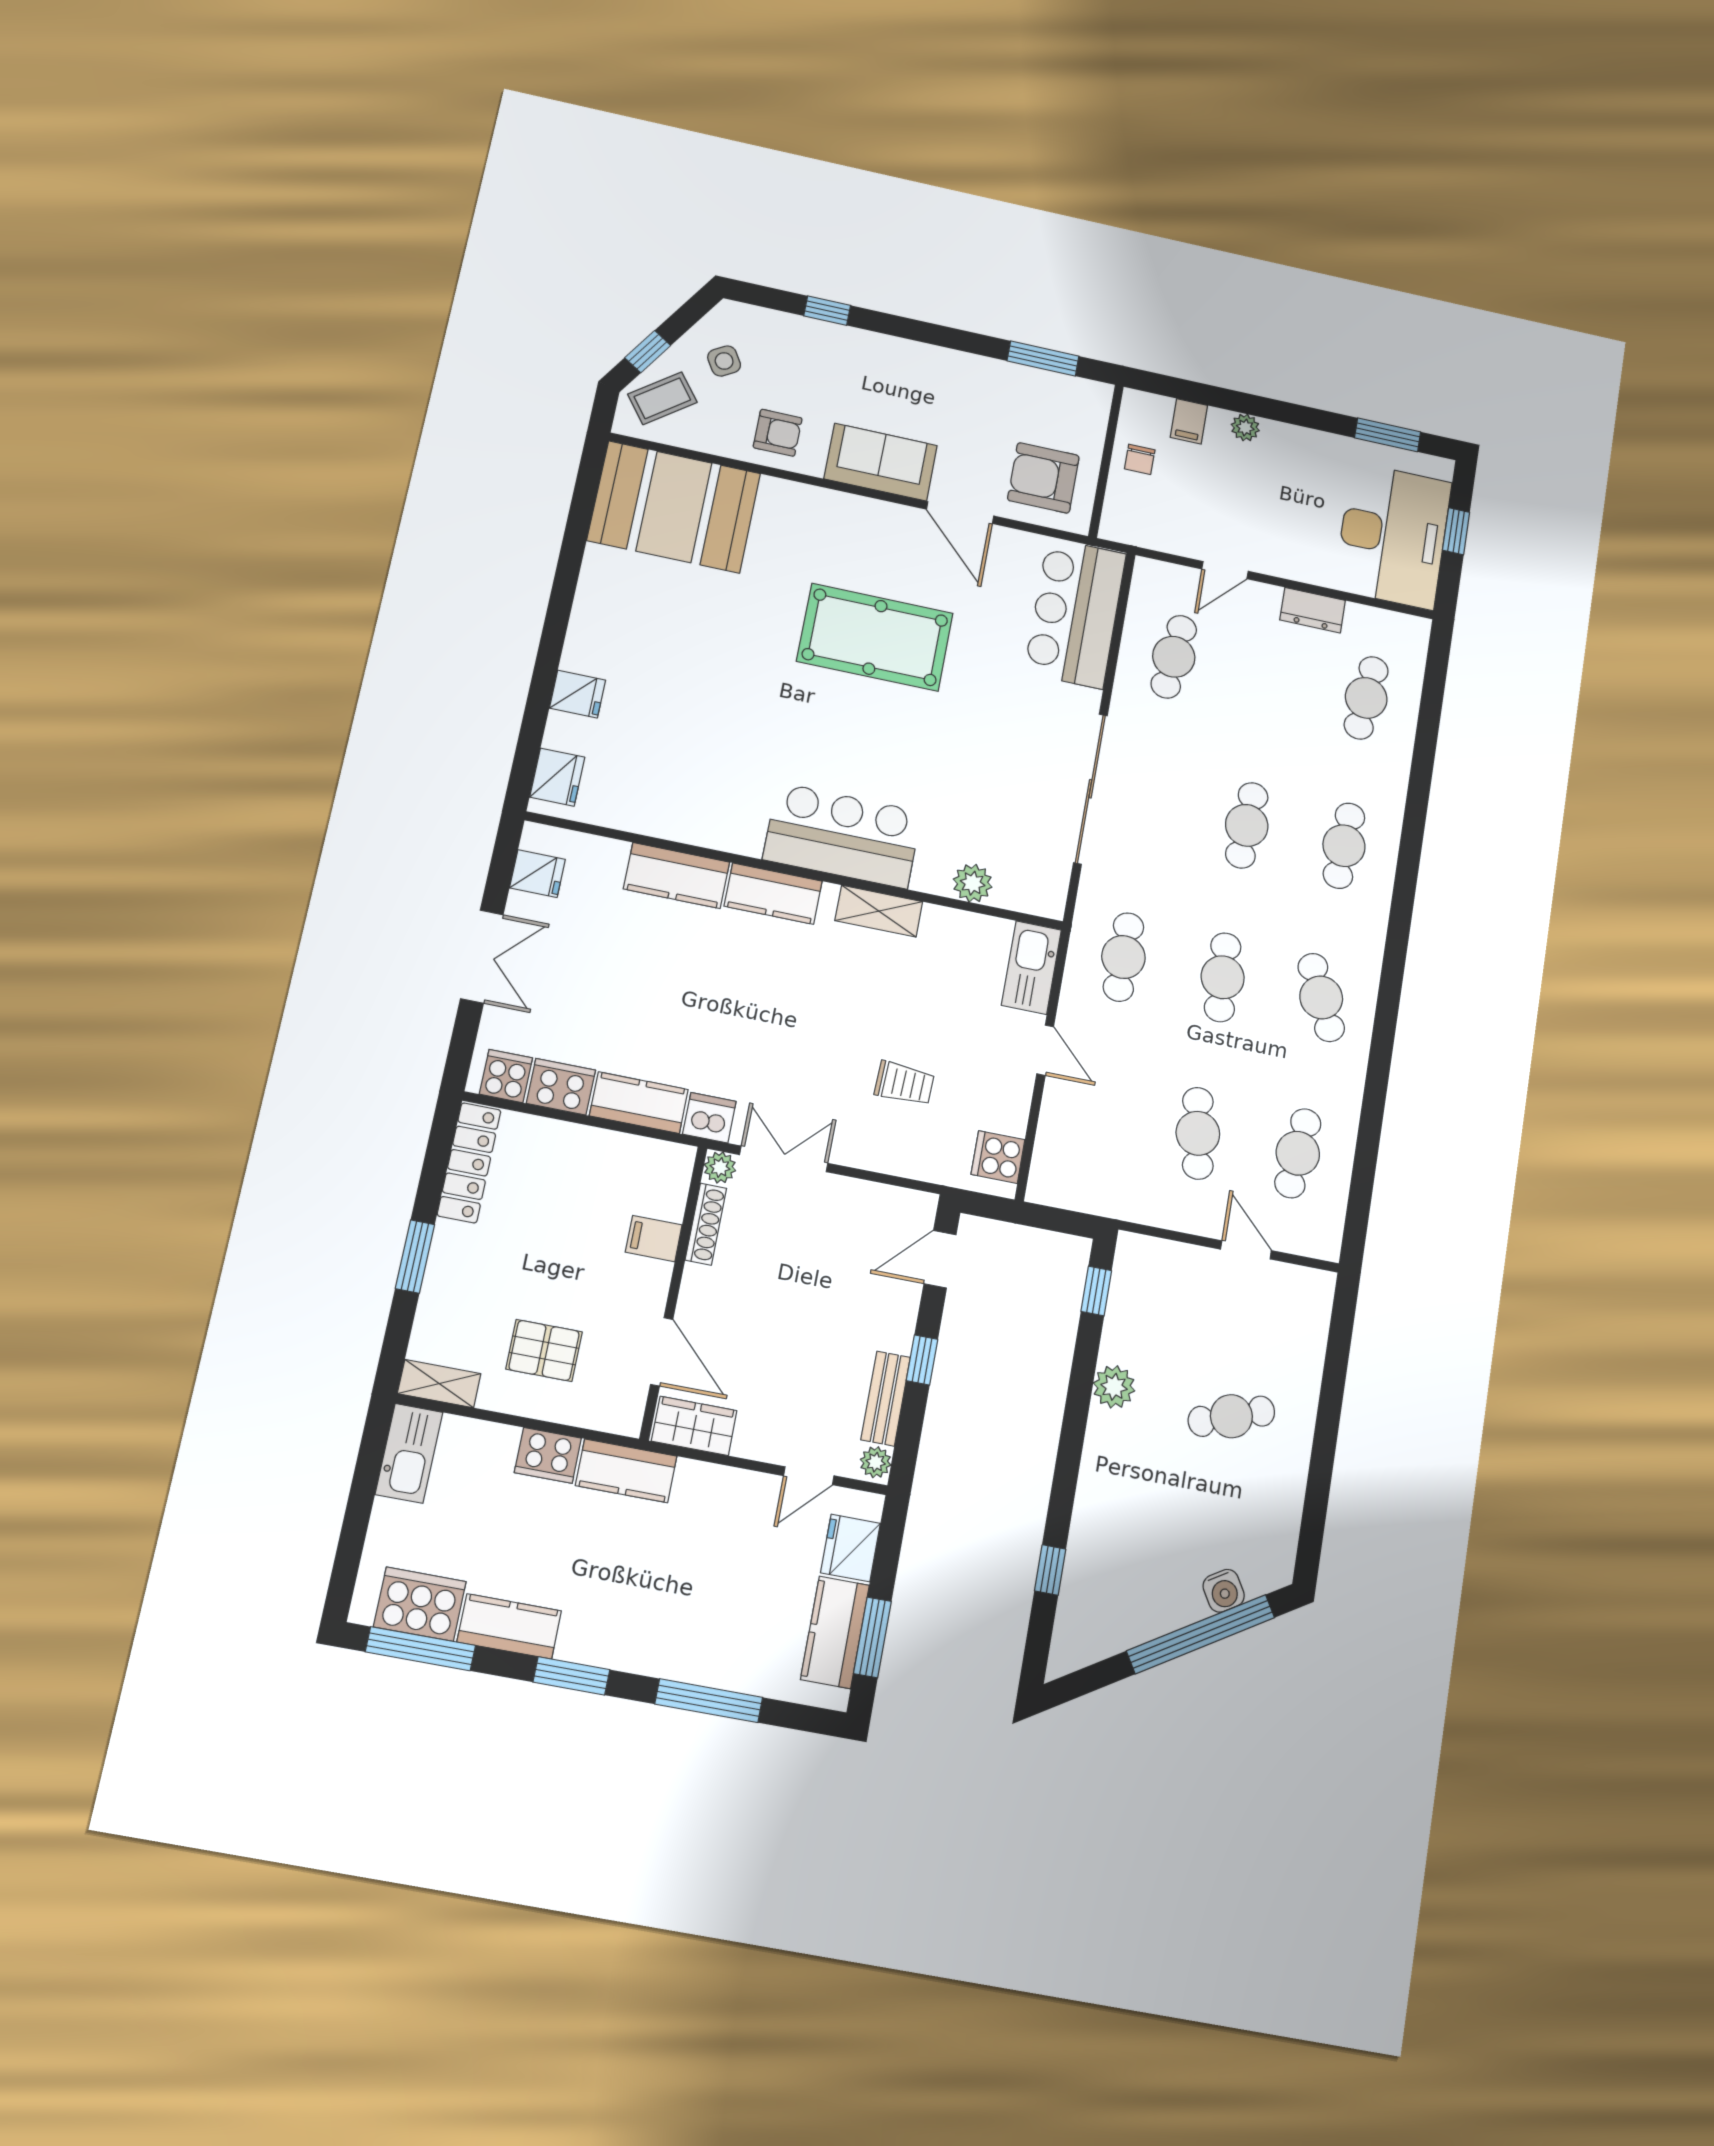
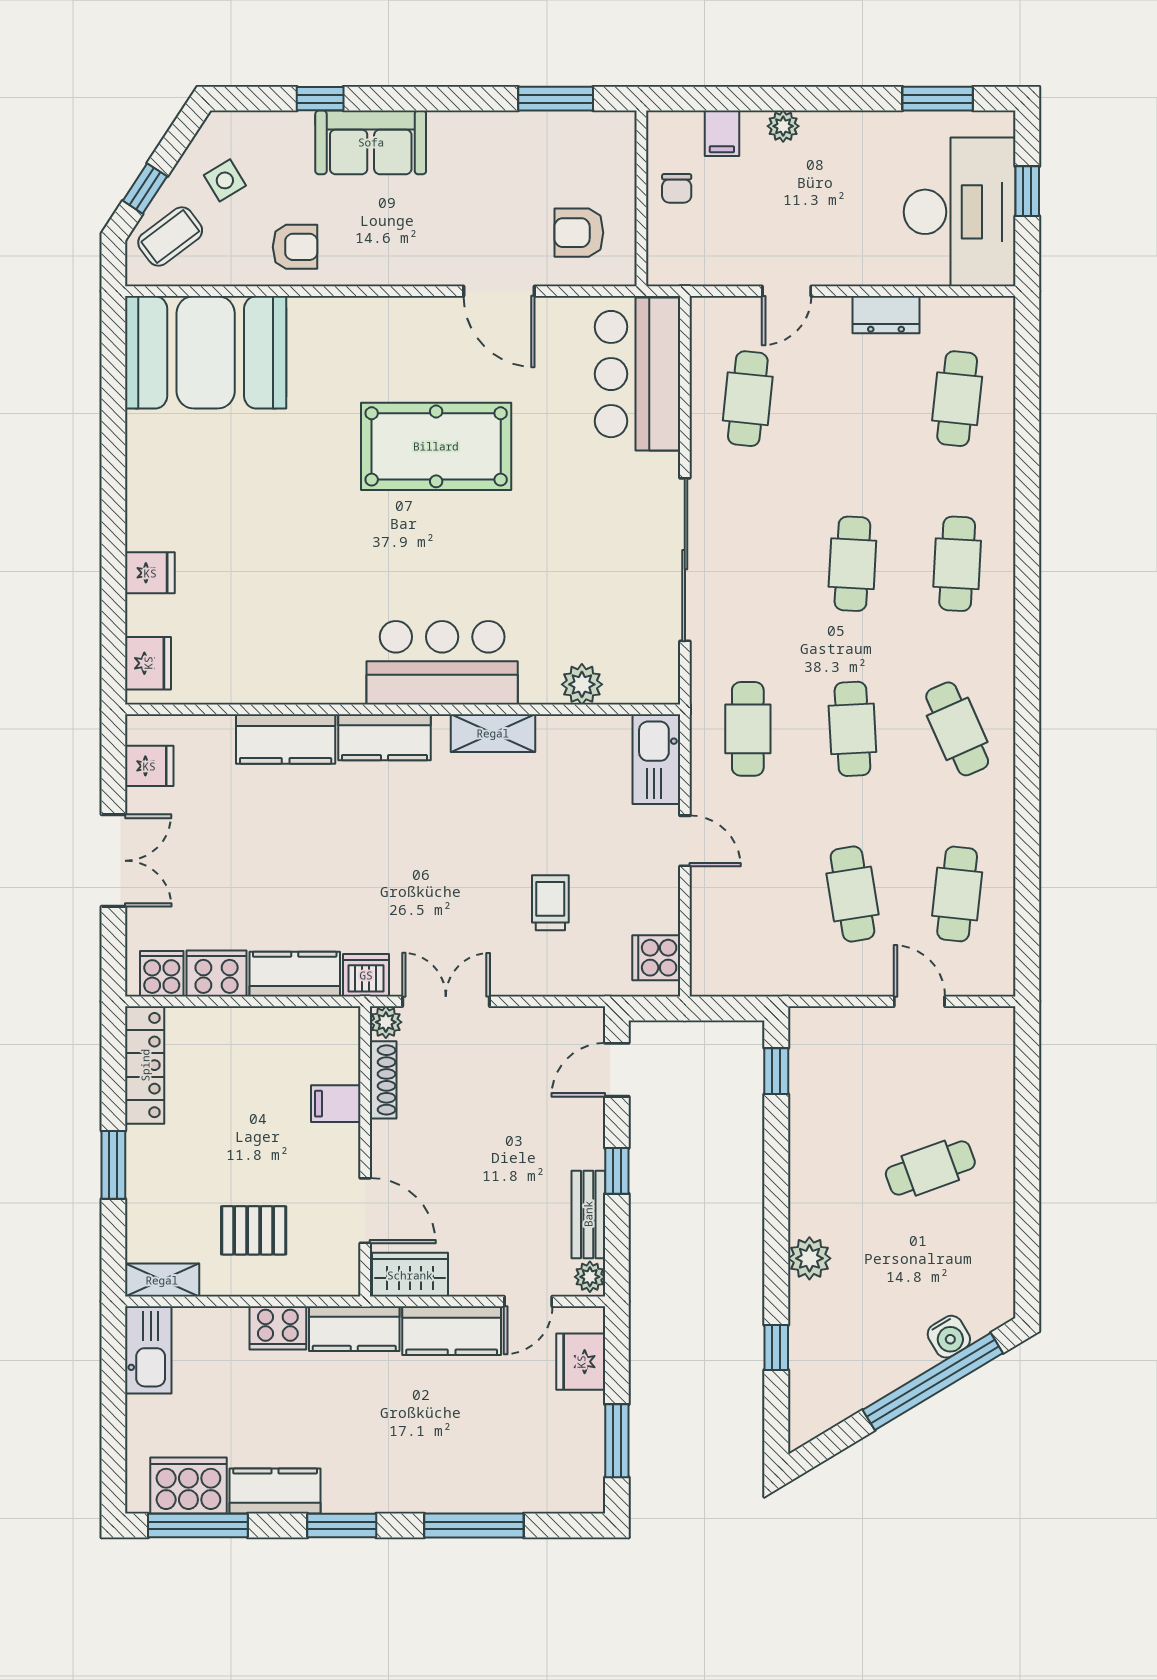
sofa: (881, 462) -> (371, 142), moved, turned 180
armchair: (1043, 478) -> (579, 233), width x0.72, depth x0.72
trolley: (904, 1083) -> (550, 903), turned -92
plant: (1114, 1387) -> (809, 1258), moved
kitchen counter: (835, 1632) -> (452, 1331), moved, turned -90

